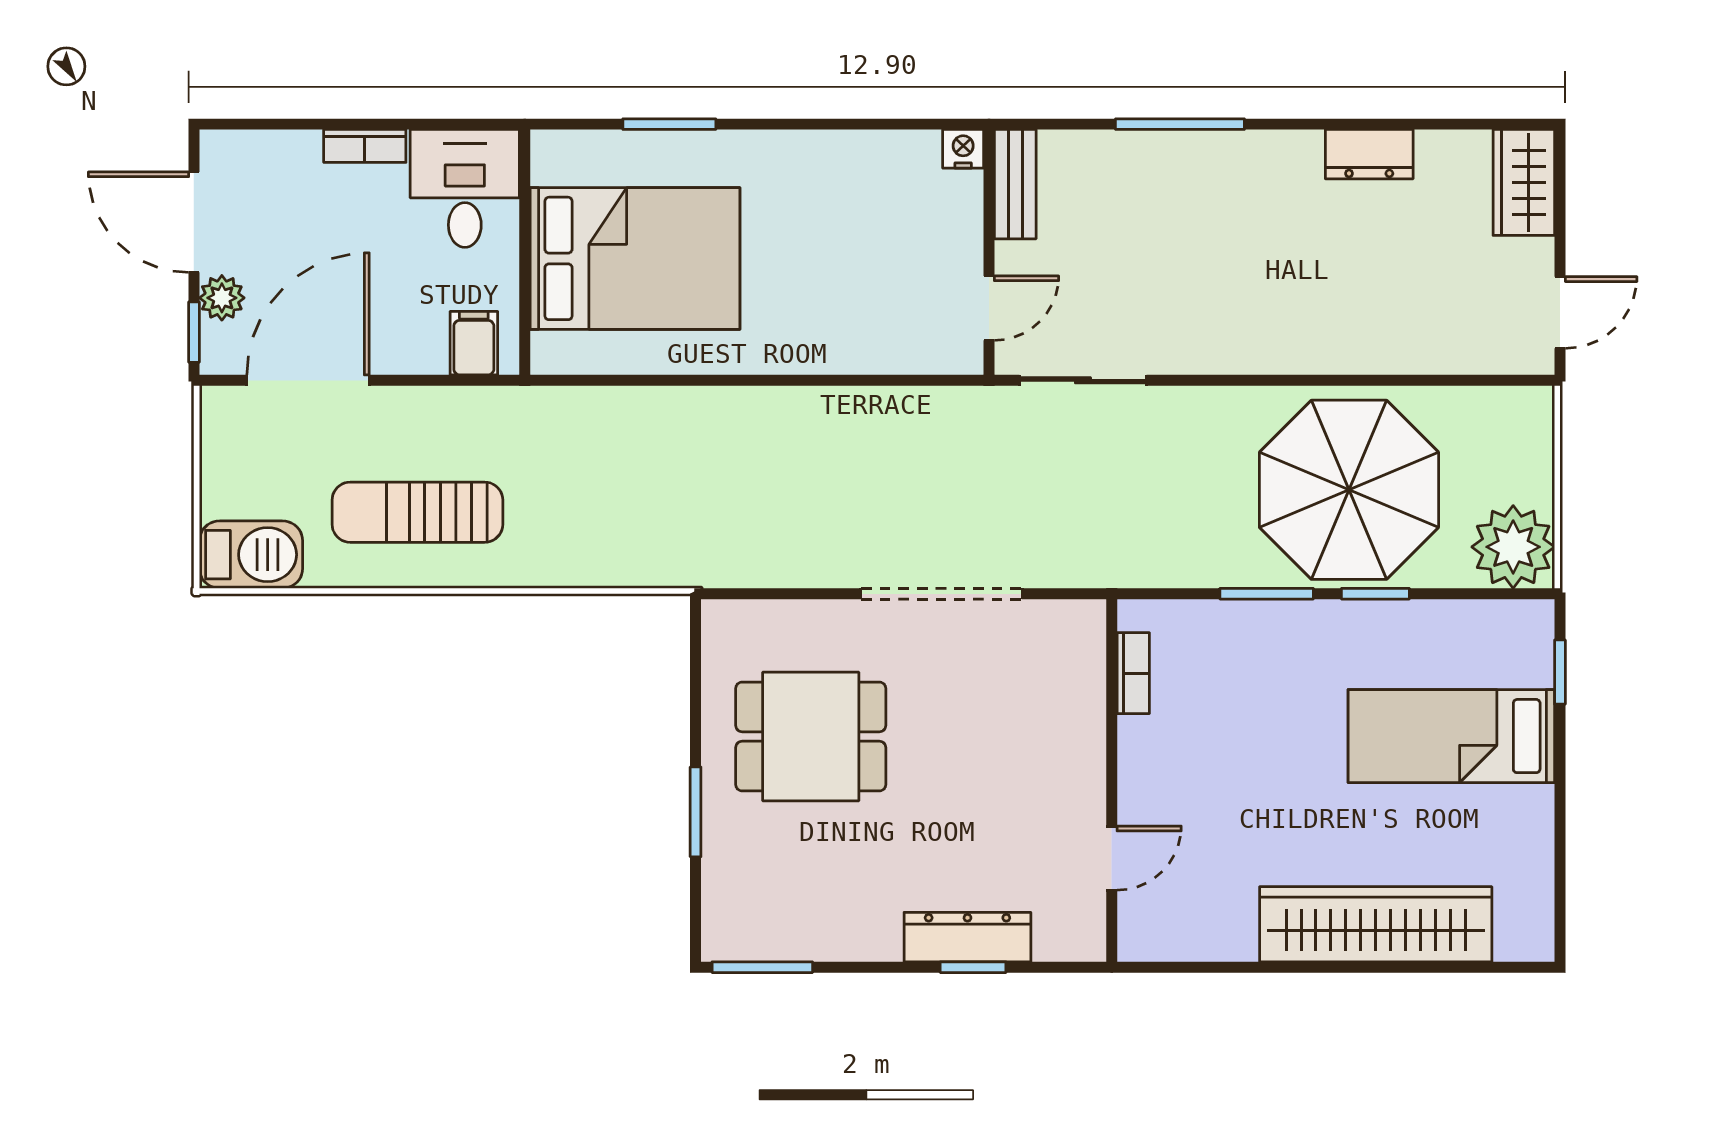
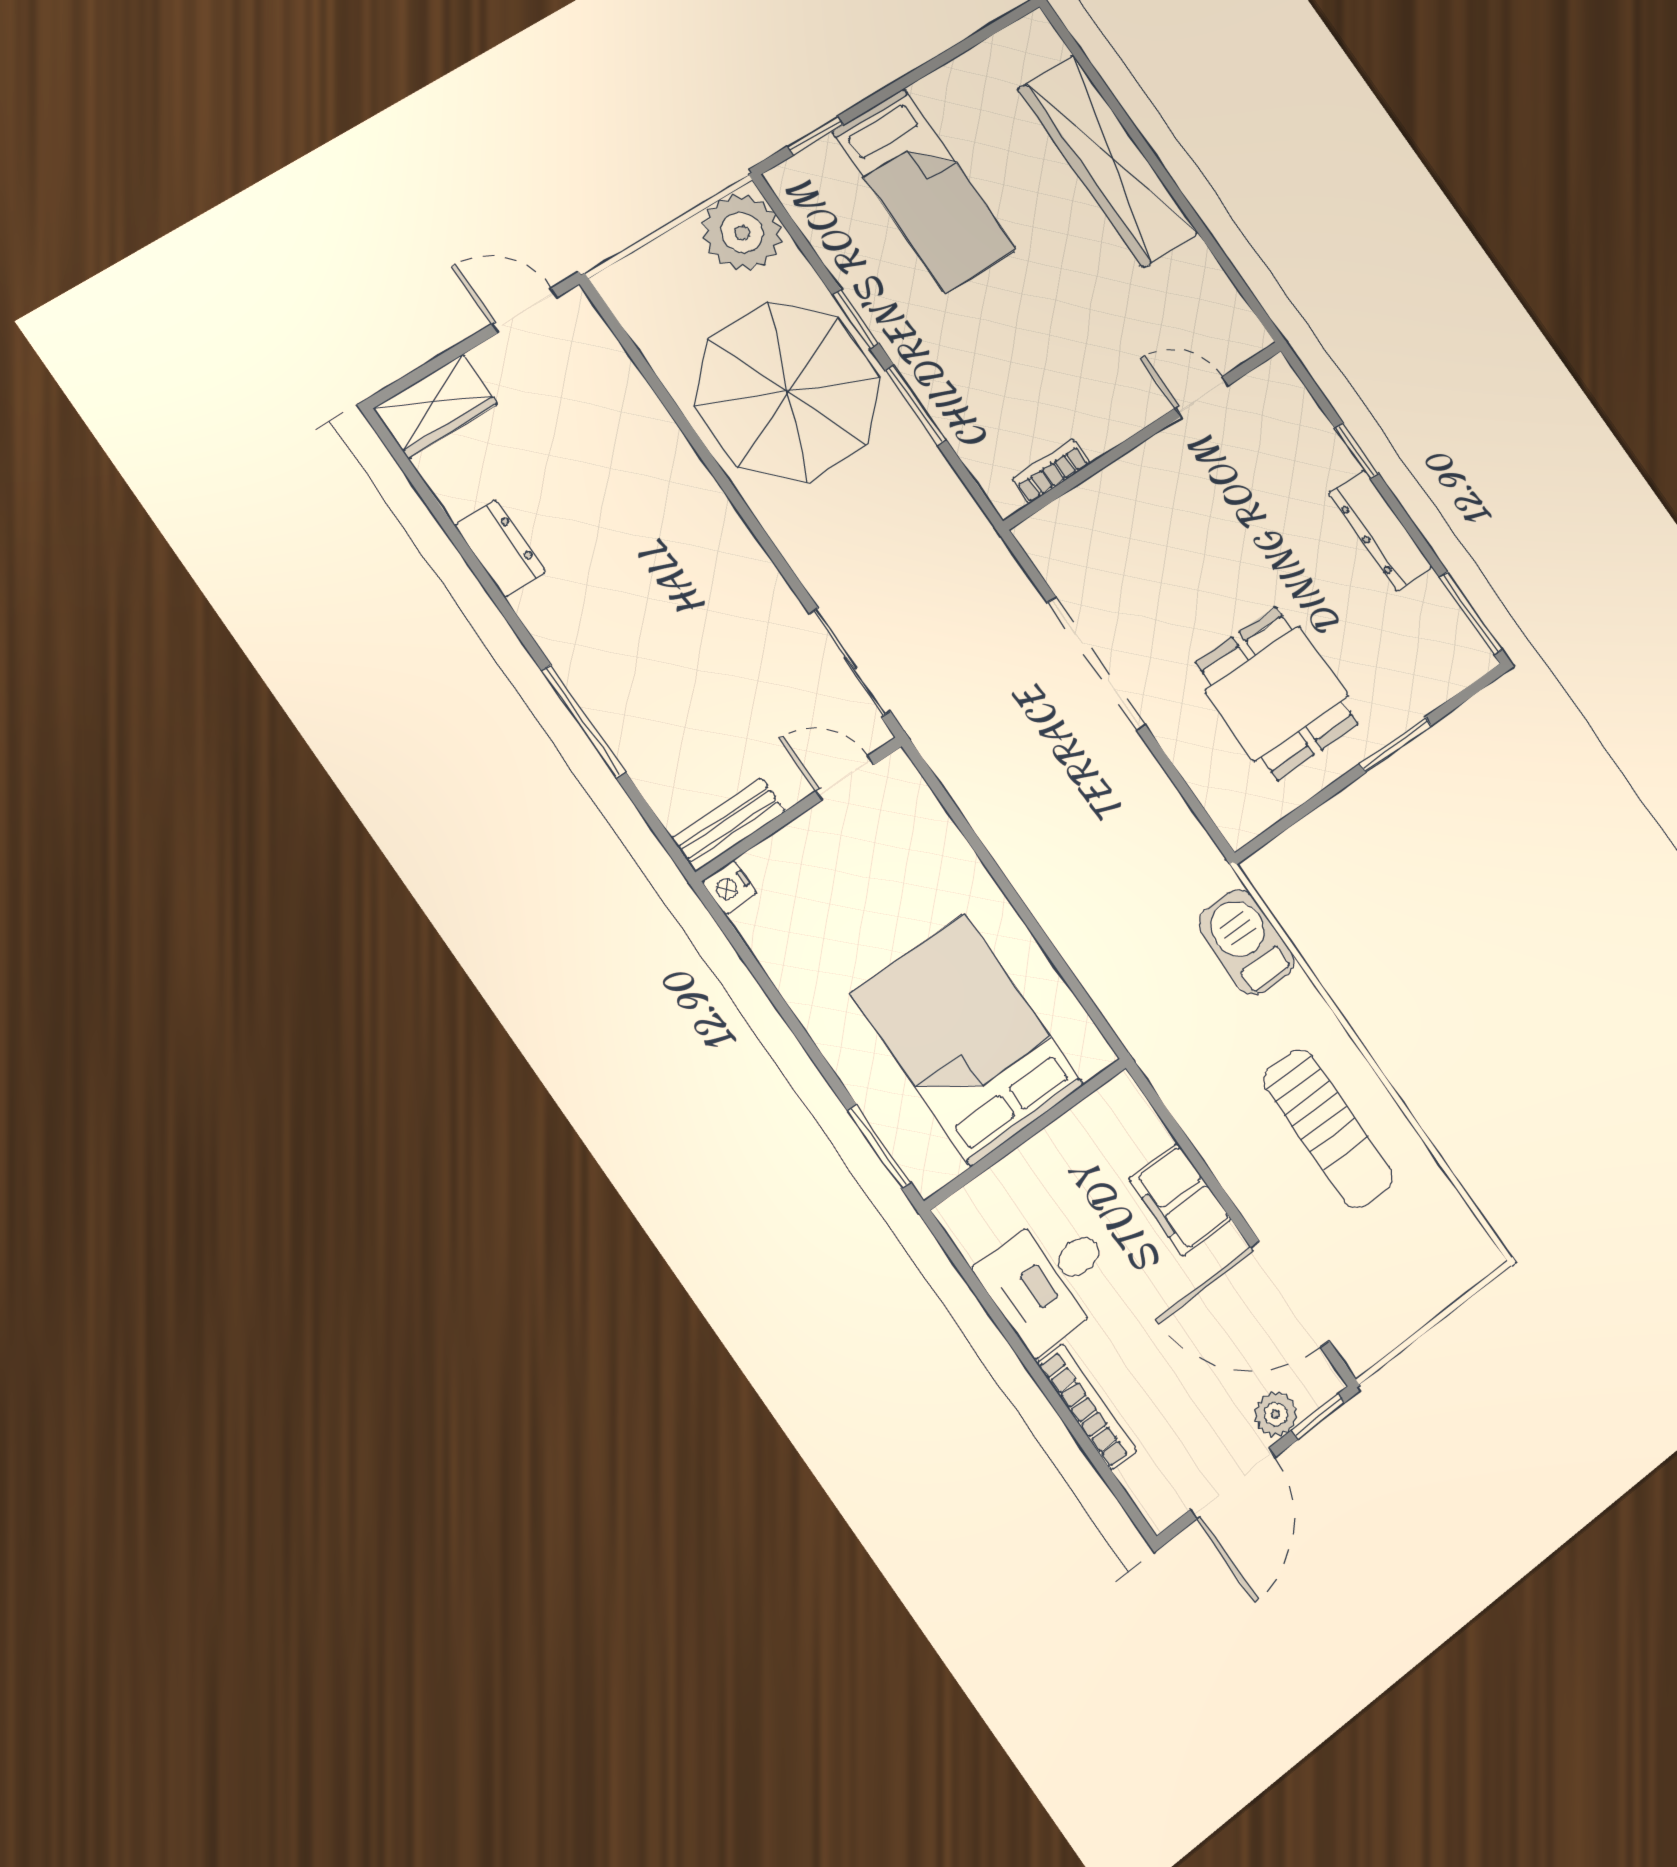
bookcase: (365, 146) -> (1087, 1407), width x1.56
wall: (525, 252) -> (1026, 1134), moved
bed: (635, 258) -> (968, 1039), moved
filing cabinet: (474, 343) -> (1180, 1199), width x2.00
barbecue: (251, 555) -> (1246, 942), moved
dresser: (967, 937) -> (1380, 530), moved

